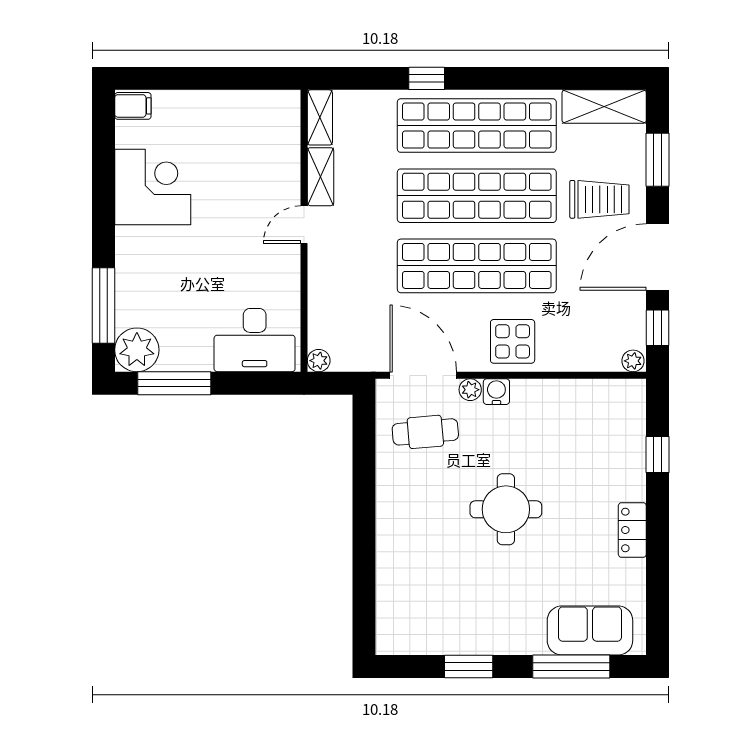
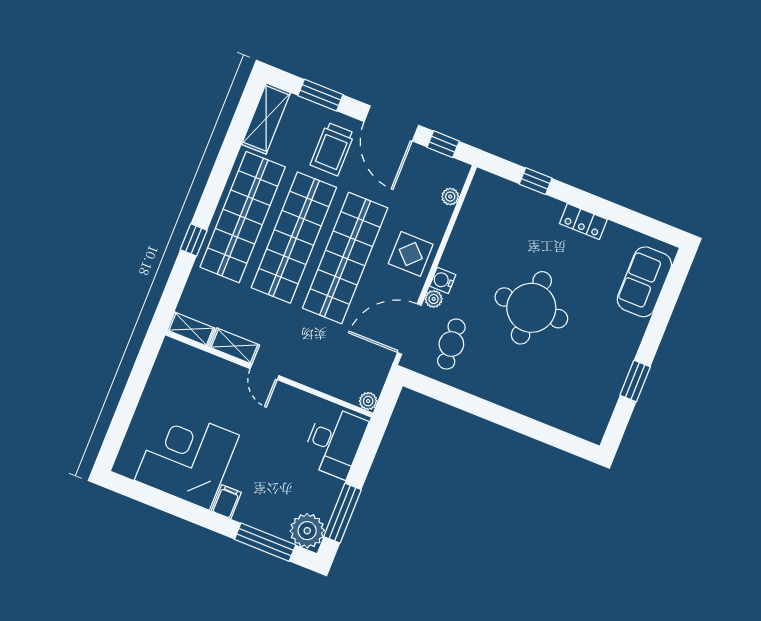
filing cabinet: (133, 106) -> (226, 502), moved
corner desk: (153, 187) -> (187, 458), width x1.36, depth x1.36
trolley: (599, 199) -> (332, 149), turned 180
plant: (633, 361) -> (450, 197), moved
round table: (506, 509) -> (531, 308), width x1.36, depth x1.36
window: (571, 666) -> (665, 306), removed

